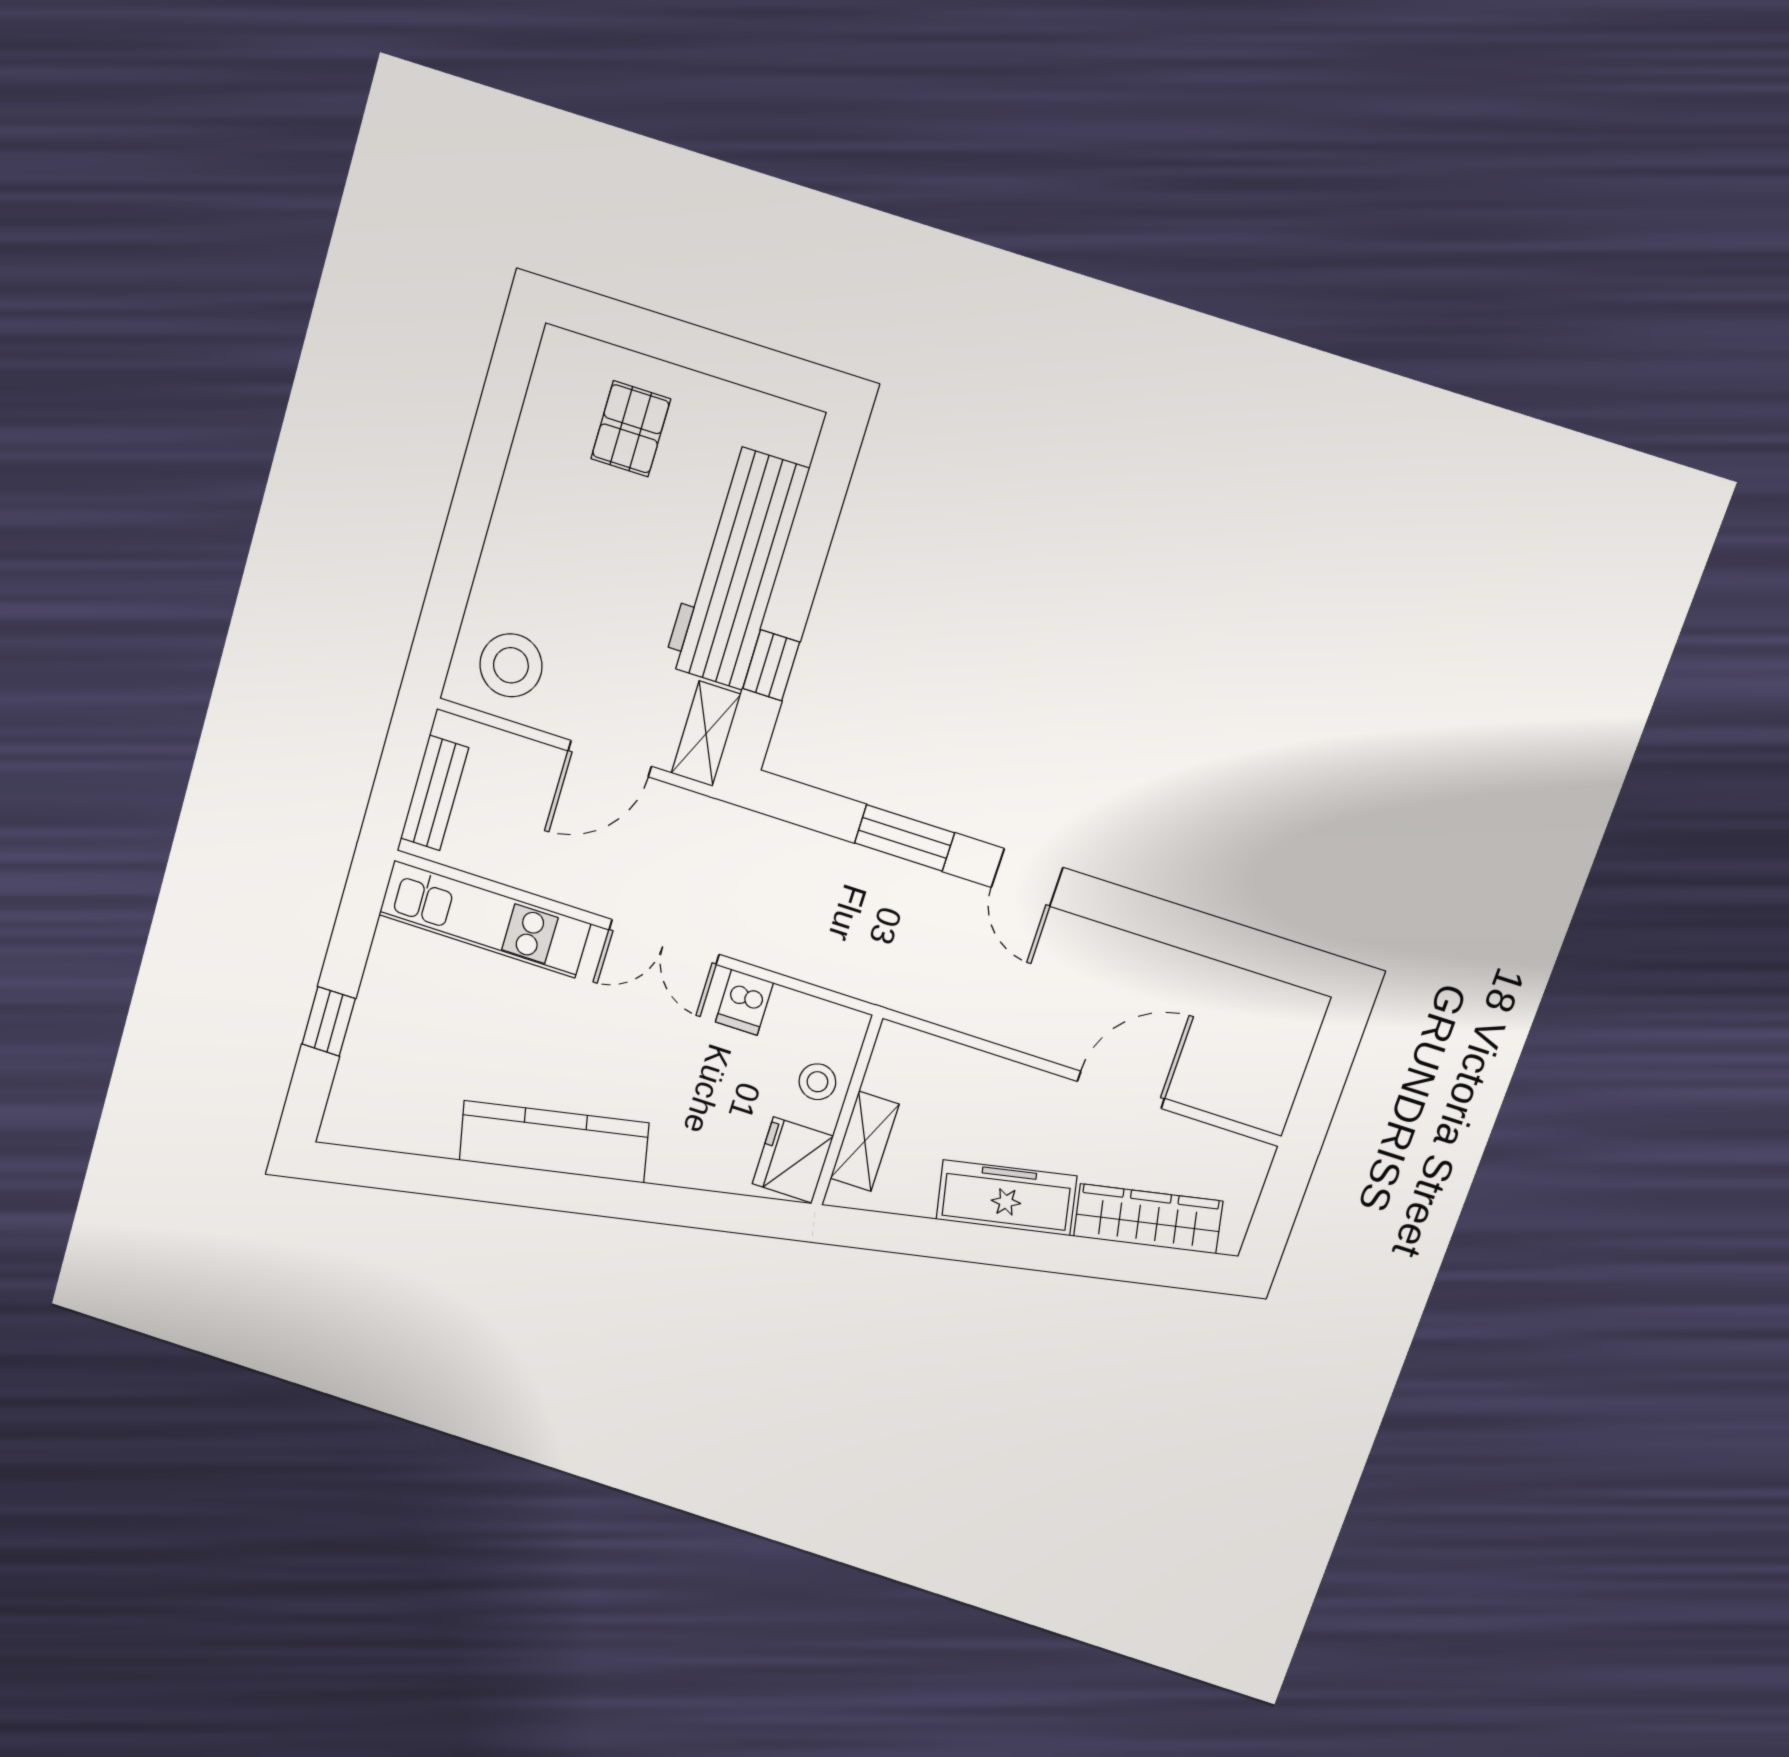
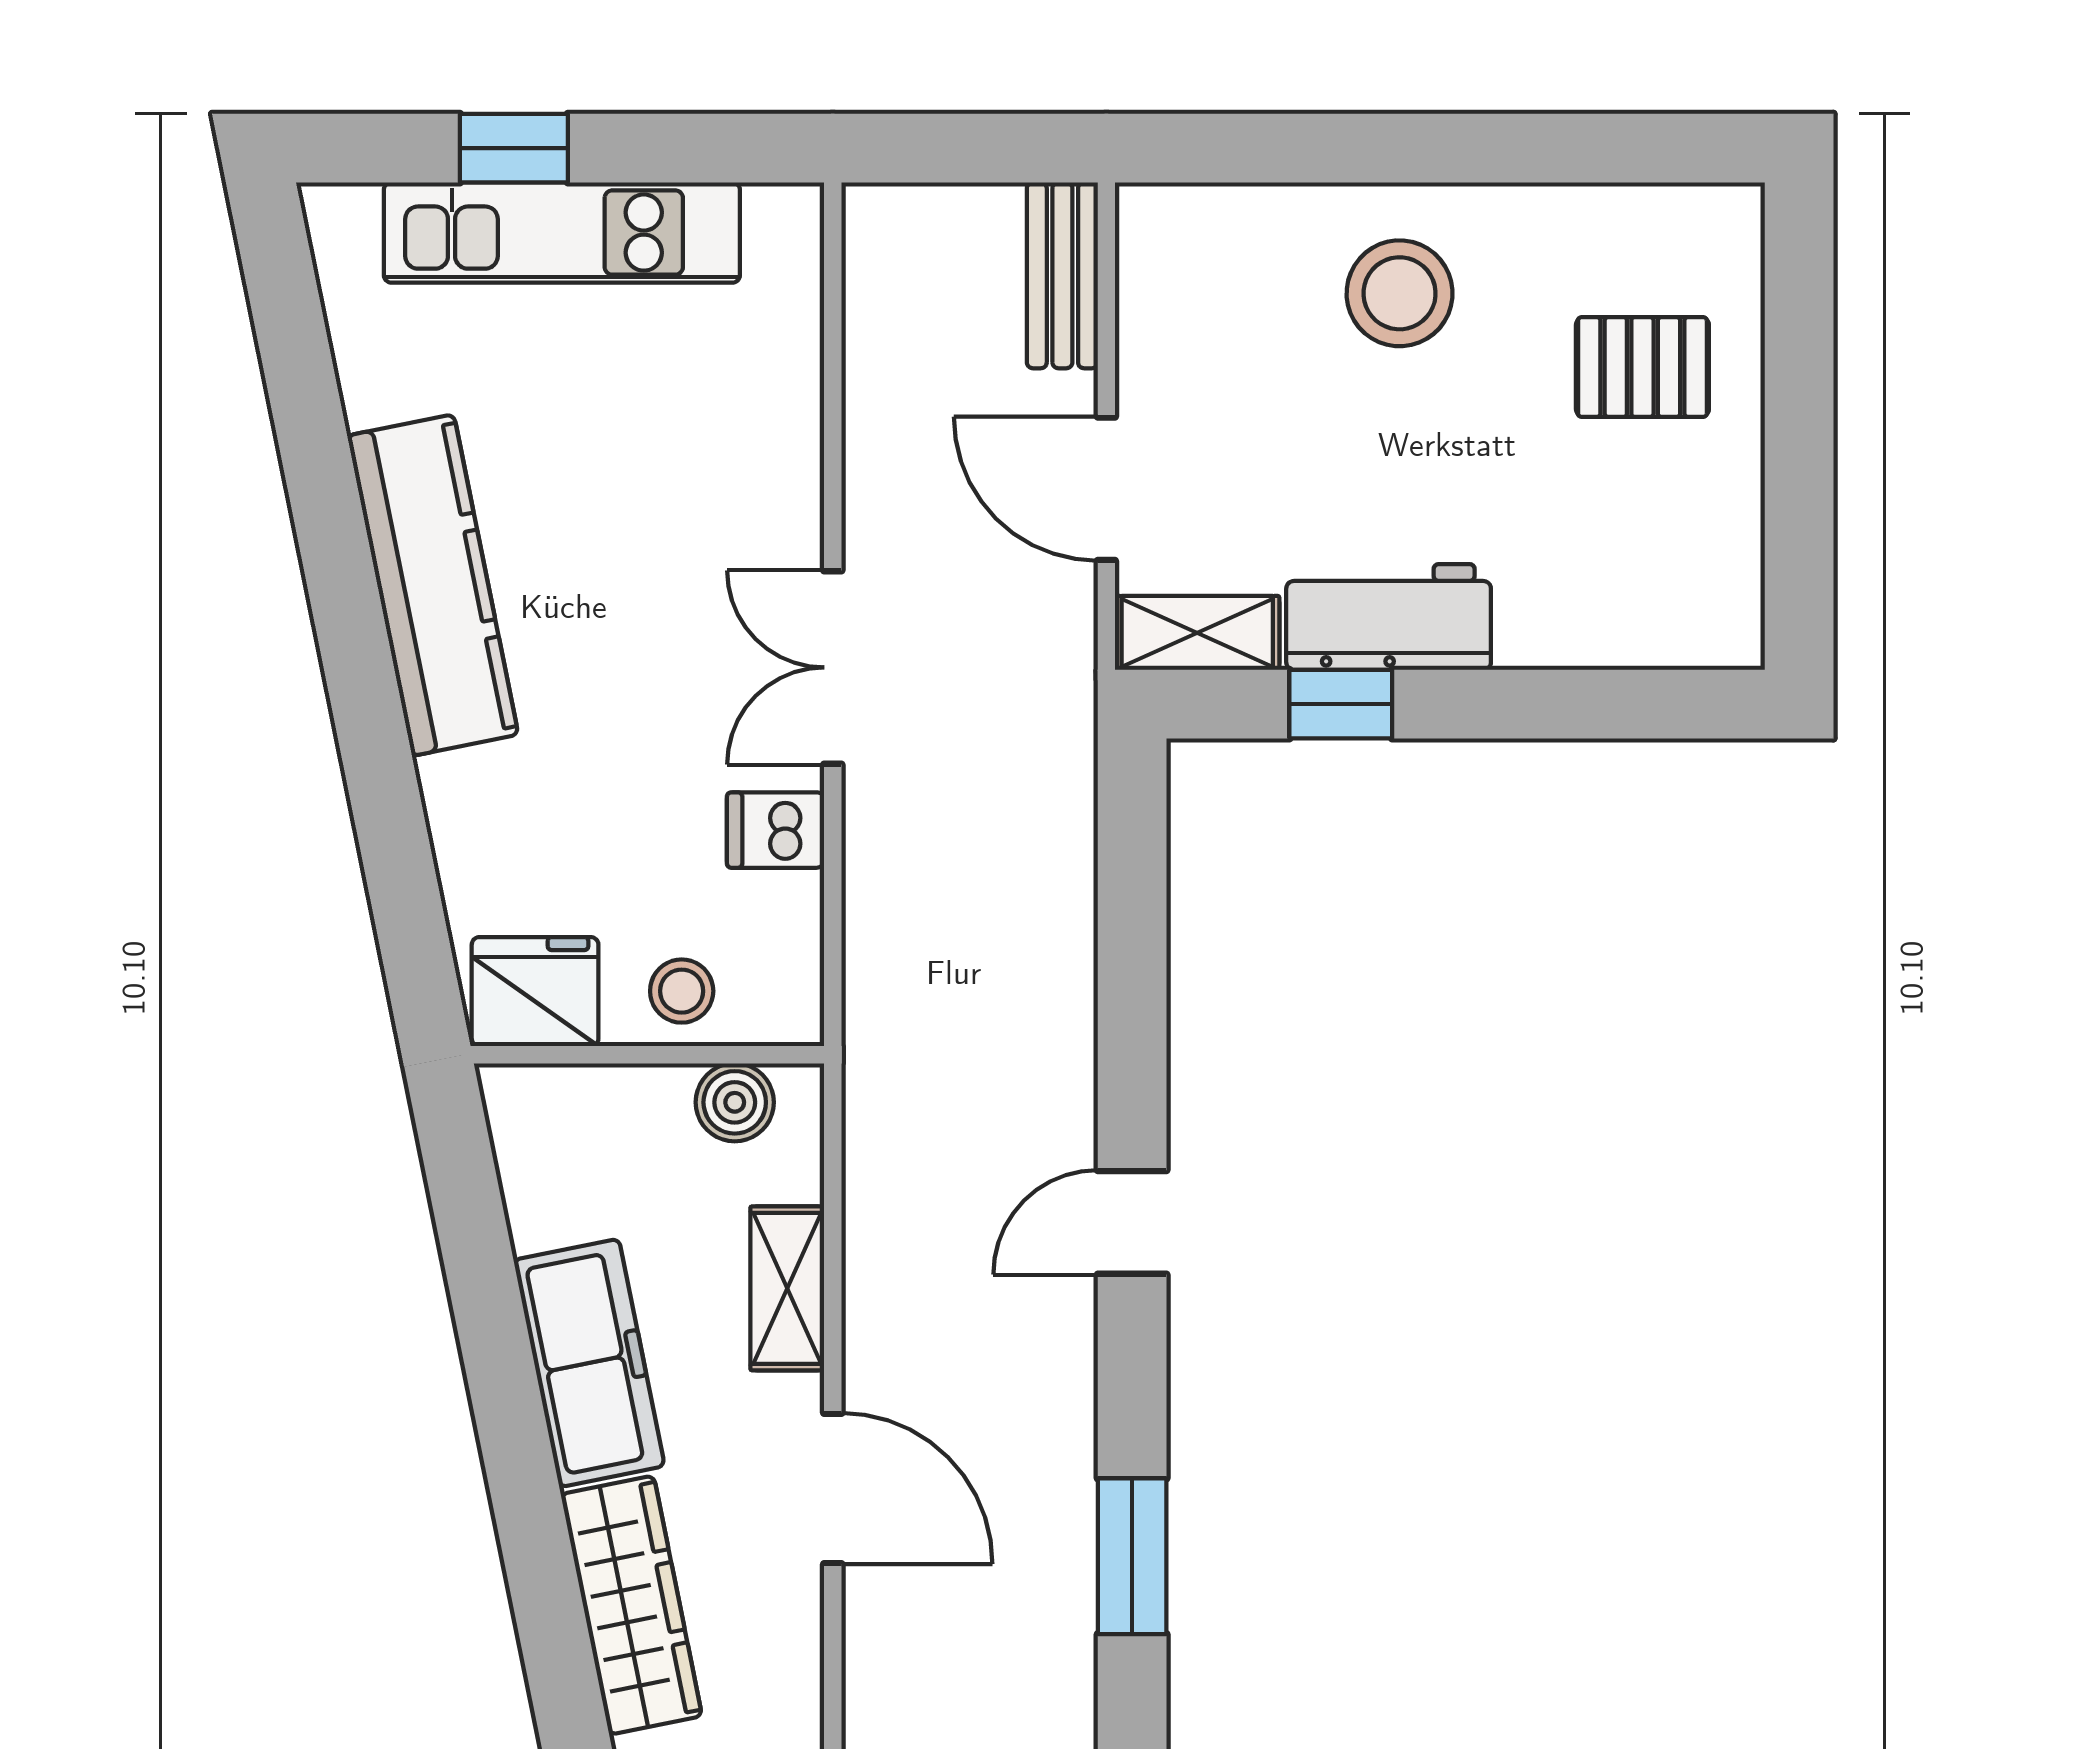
workbench: (736, 567) -> (1389, 617), width x0.53, depth x0.76
stool: (511, 665) -> (1400, 293), moved
bench: (435, 793) -> (1062, 275), moved, turned 90
window: (904, 838) -> (1132, 1556), moved
kitchen unit: (485, 919) -> (562, 233), moved, turned -90
boiler: (888, 1073) -> (735, 1102), added
shelving: (865, 1141) -> (787, 1288), moved, turned 90

